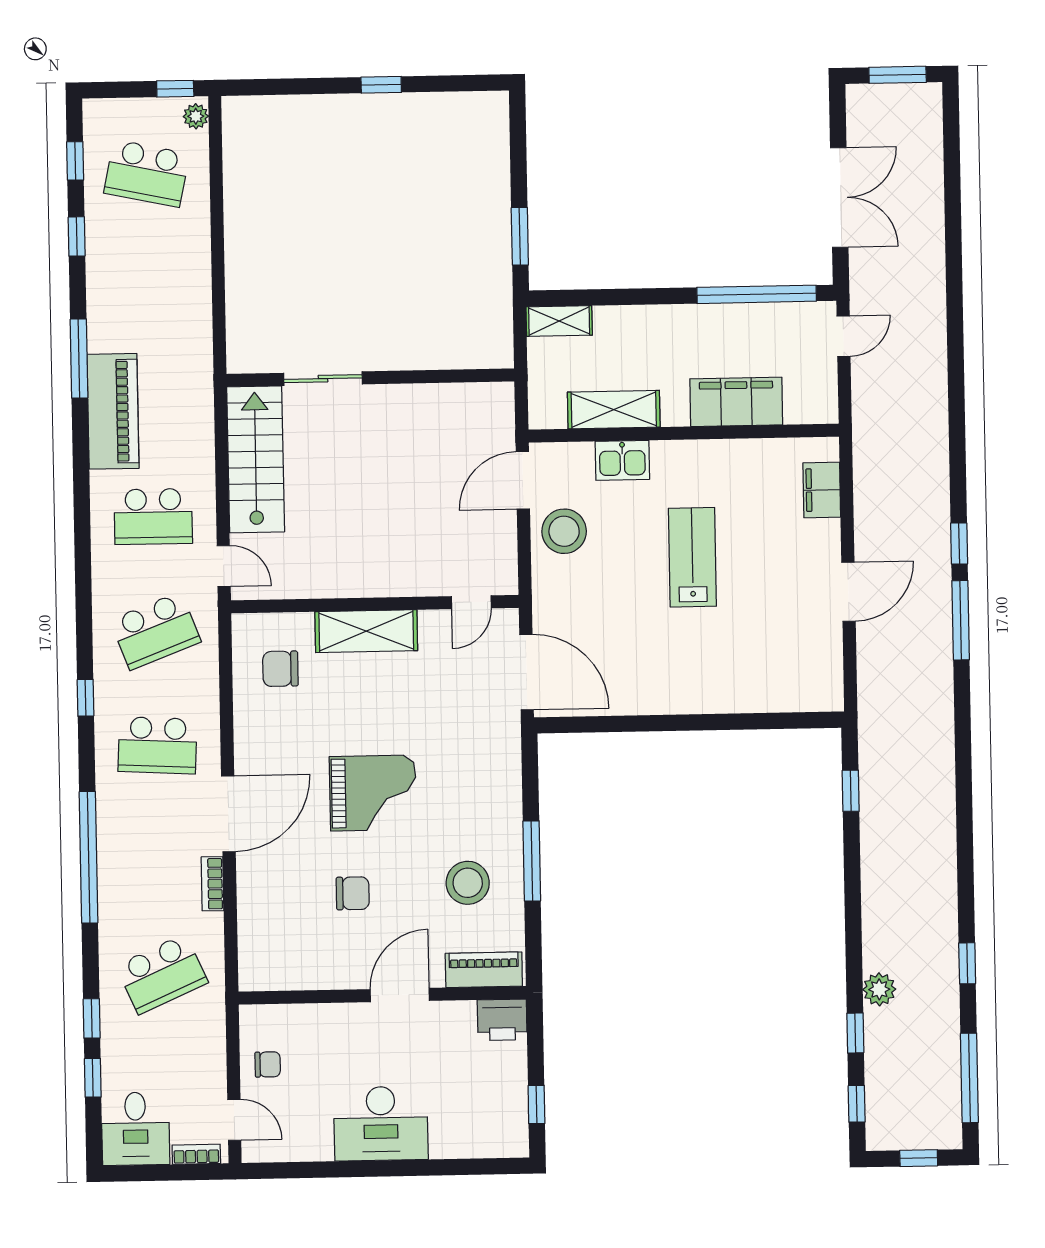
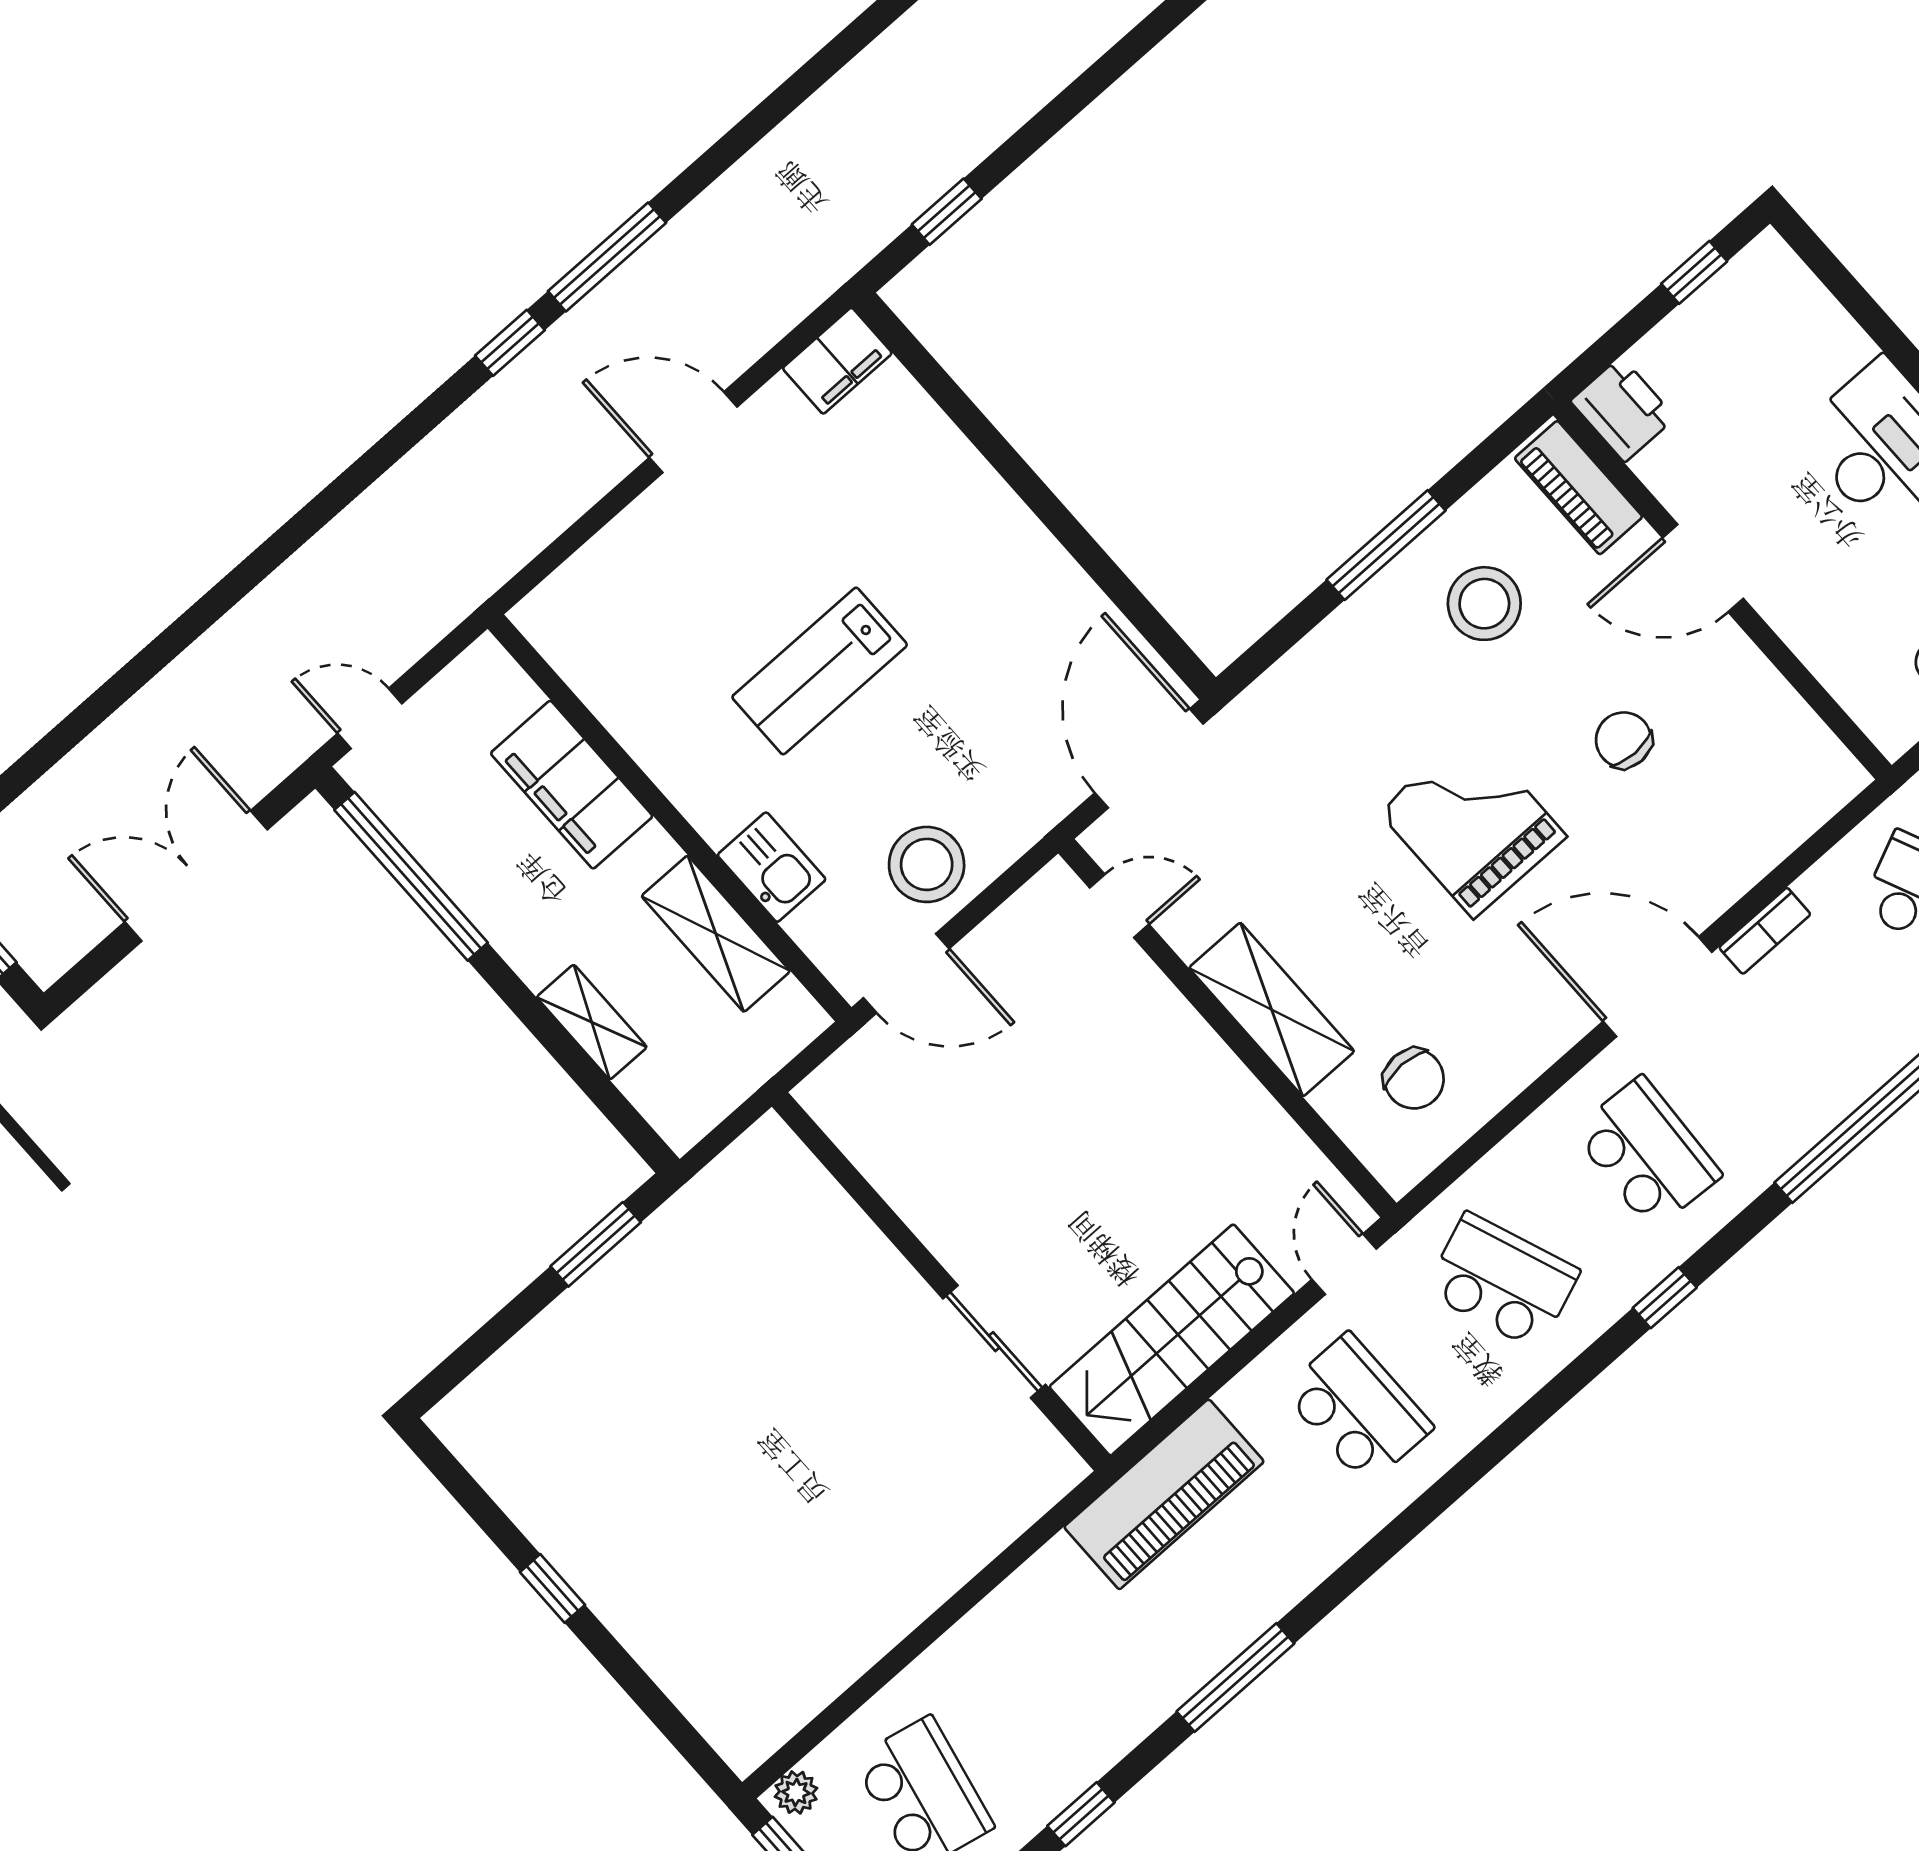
shelving: (559, 321) -> (592, 1022), moved
piano: (113, 411) -> (1164, 1494), moved, turned 180
filing cabinet: (822, 490) -> (837, 361), moved

